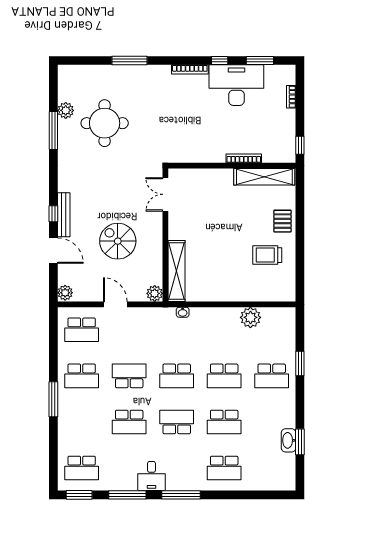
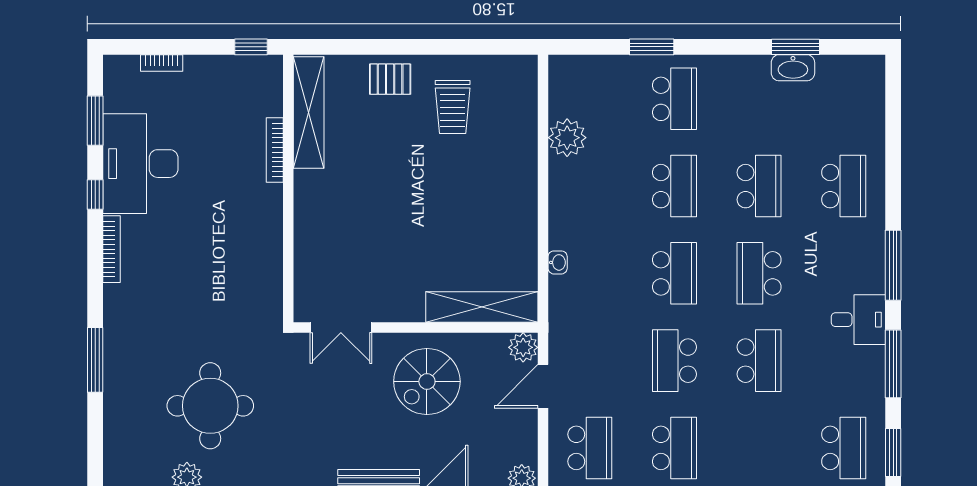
double door: (165, 194) -> (341, 327), moved
wall: (165, 235) -> (416, 327), moved
shelving: (177, 271) -> (482, 307), moved
plant: (155, 293) -> (523, 347), moved

